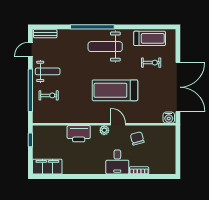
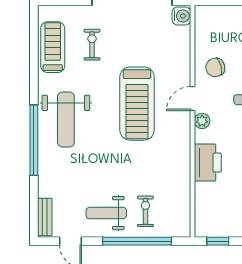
weight bench: (48, 71) -> (106, 213), turned -90

